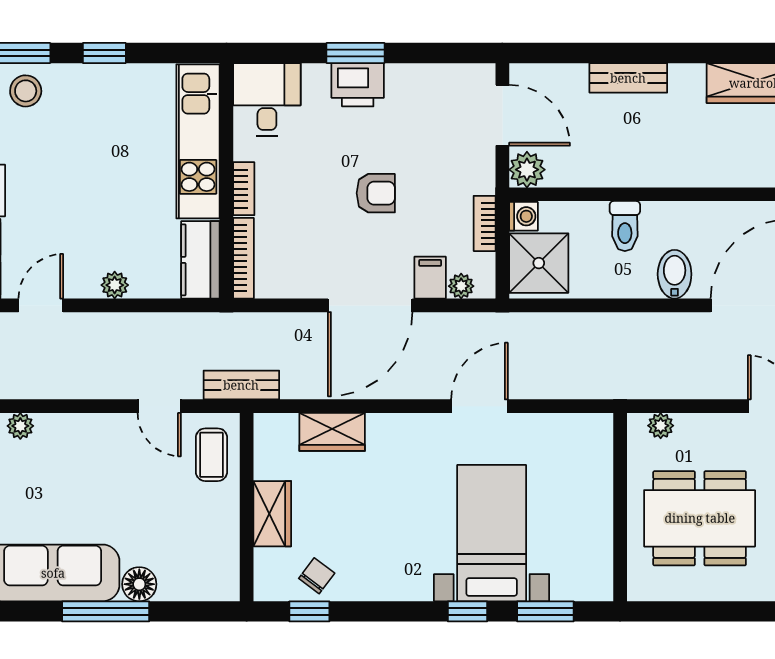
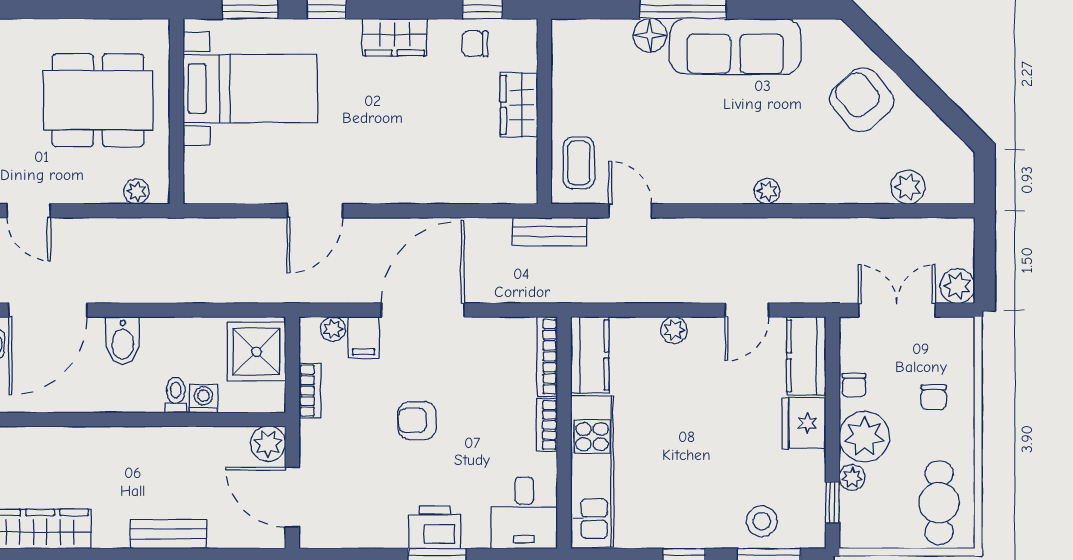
washing machine: (523, 216) -> (203, 399), moved, turned 90
toilet: (625, 226) -> (176, 395), width x0.73, depth x0.72
wardrobe: (332, 432) -> (395, 37), moved, turned 180
bed with nightstands: (492, 533) -> (250, 89), moved, turned -90
chair: (317, 576) -> (475, 44), turned 53

